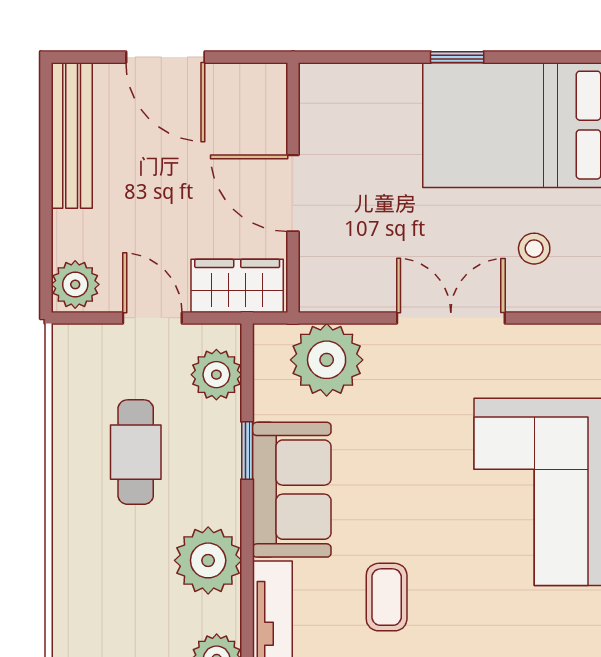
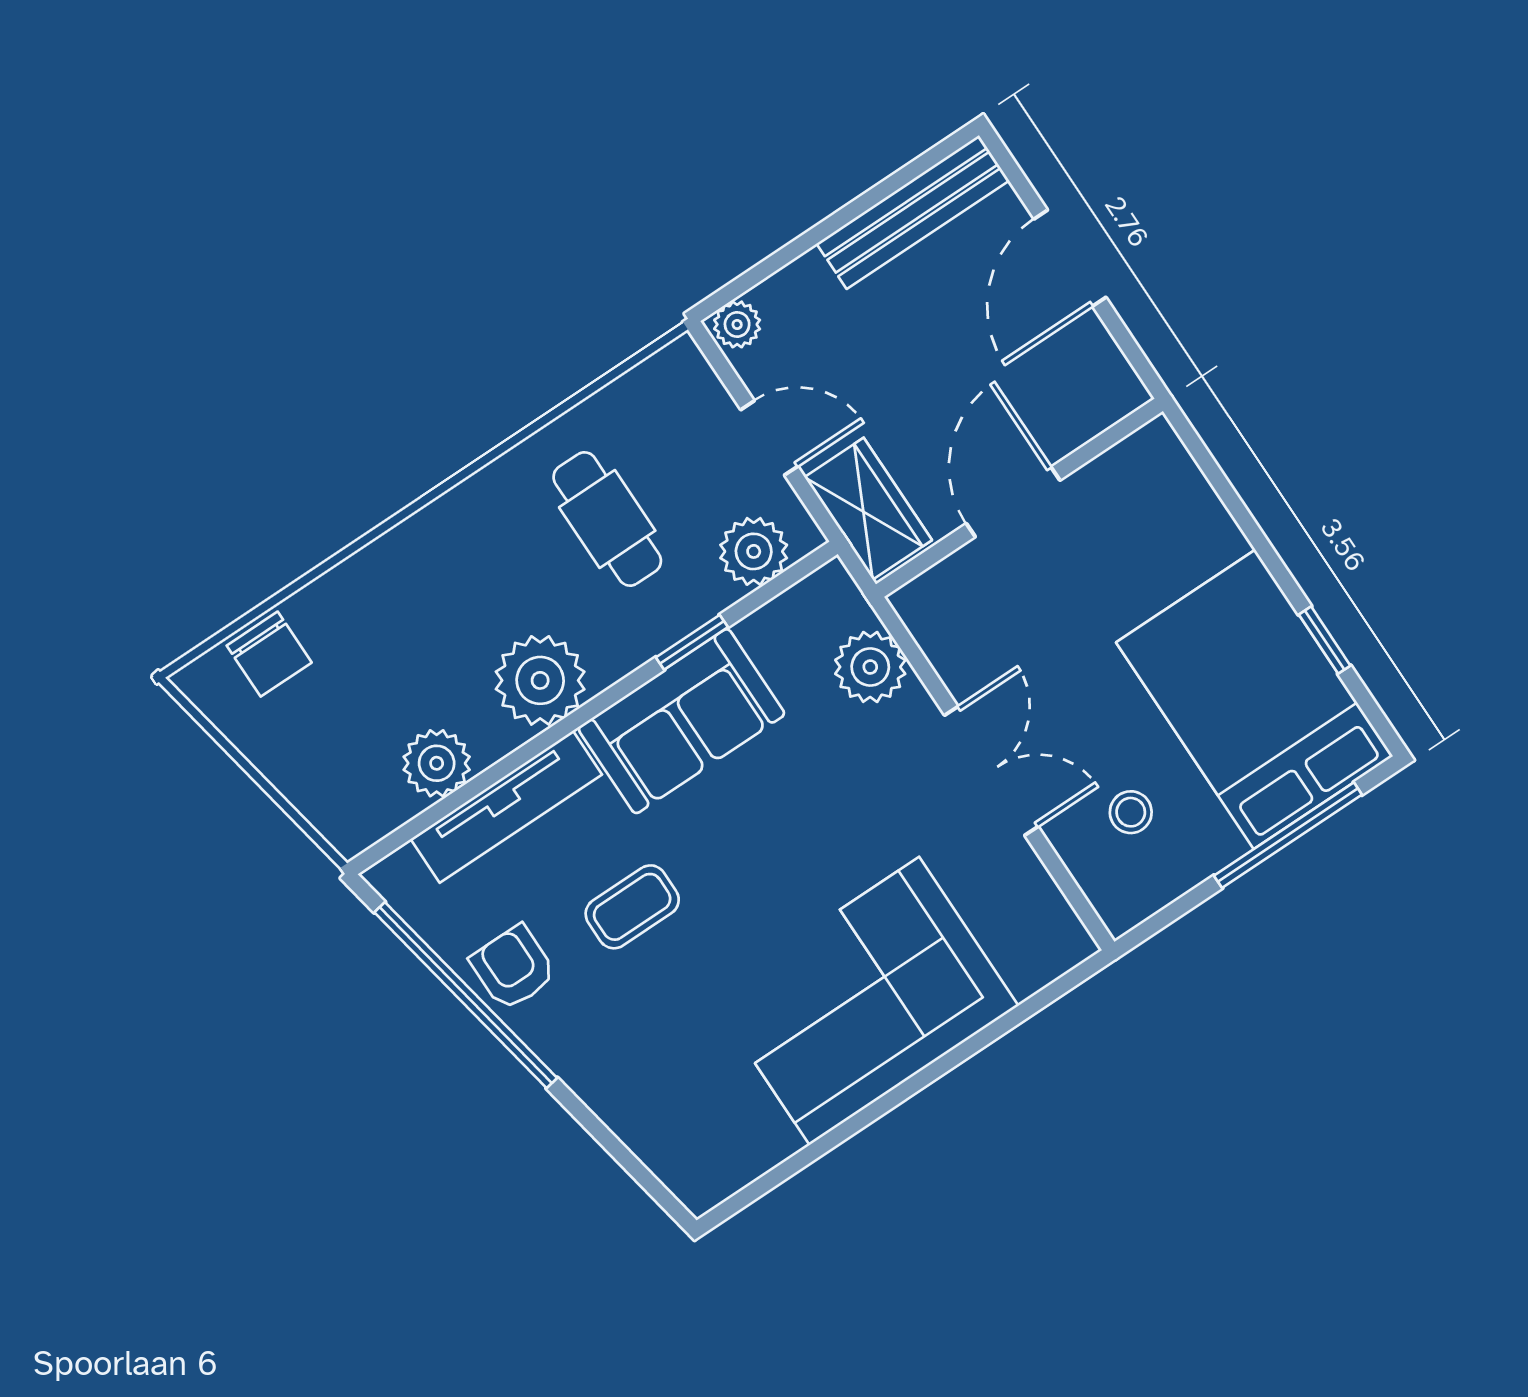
window: (457, 57) -> (1325, 640), moved
plant: (75, 284) -> (737, 324), width x0.73, depth x0.73
door: (152, 318) -> (769, 438), hinge flipped
plant: (327, 360) -> (870, 667), width x0.73, depth x0.73
cafe table: (136, 452) -> (607, 519), turned 90

